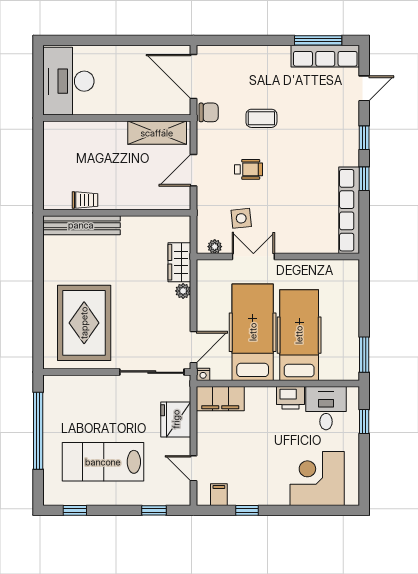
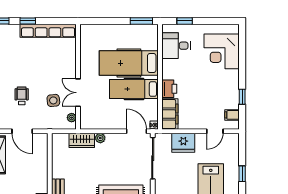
hospital bed: (253, 332) -> (134, 89), width x0.73, depth x0.78
printer: (290, 398) -> (169, 89), moved
window: (154, 510) -> (242, 174), moved

